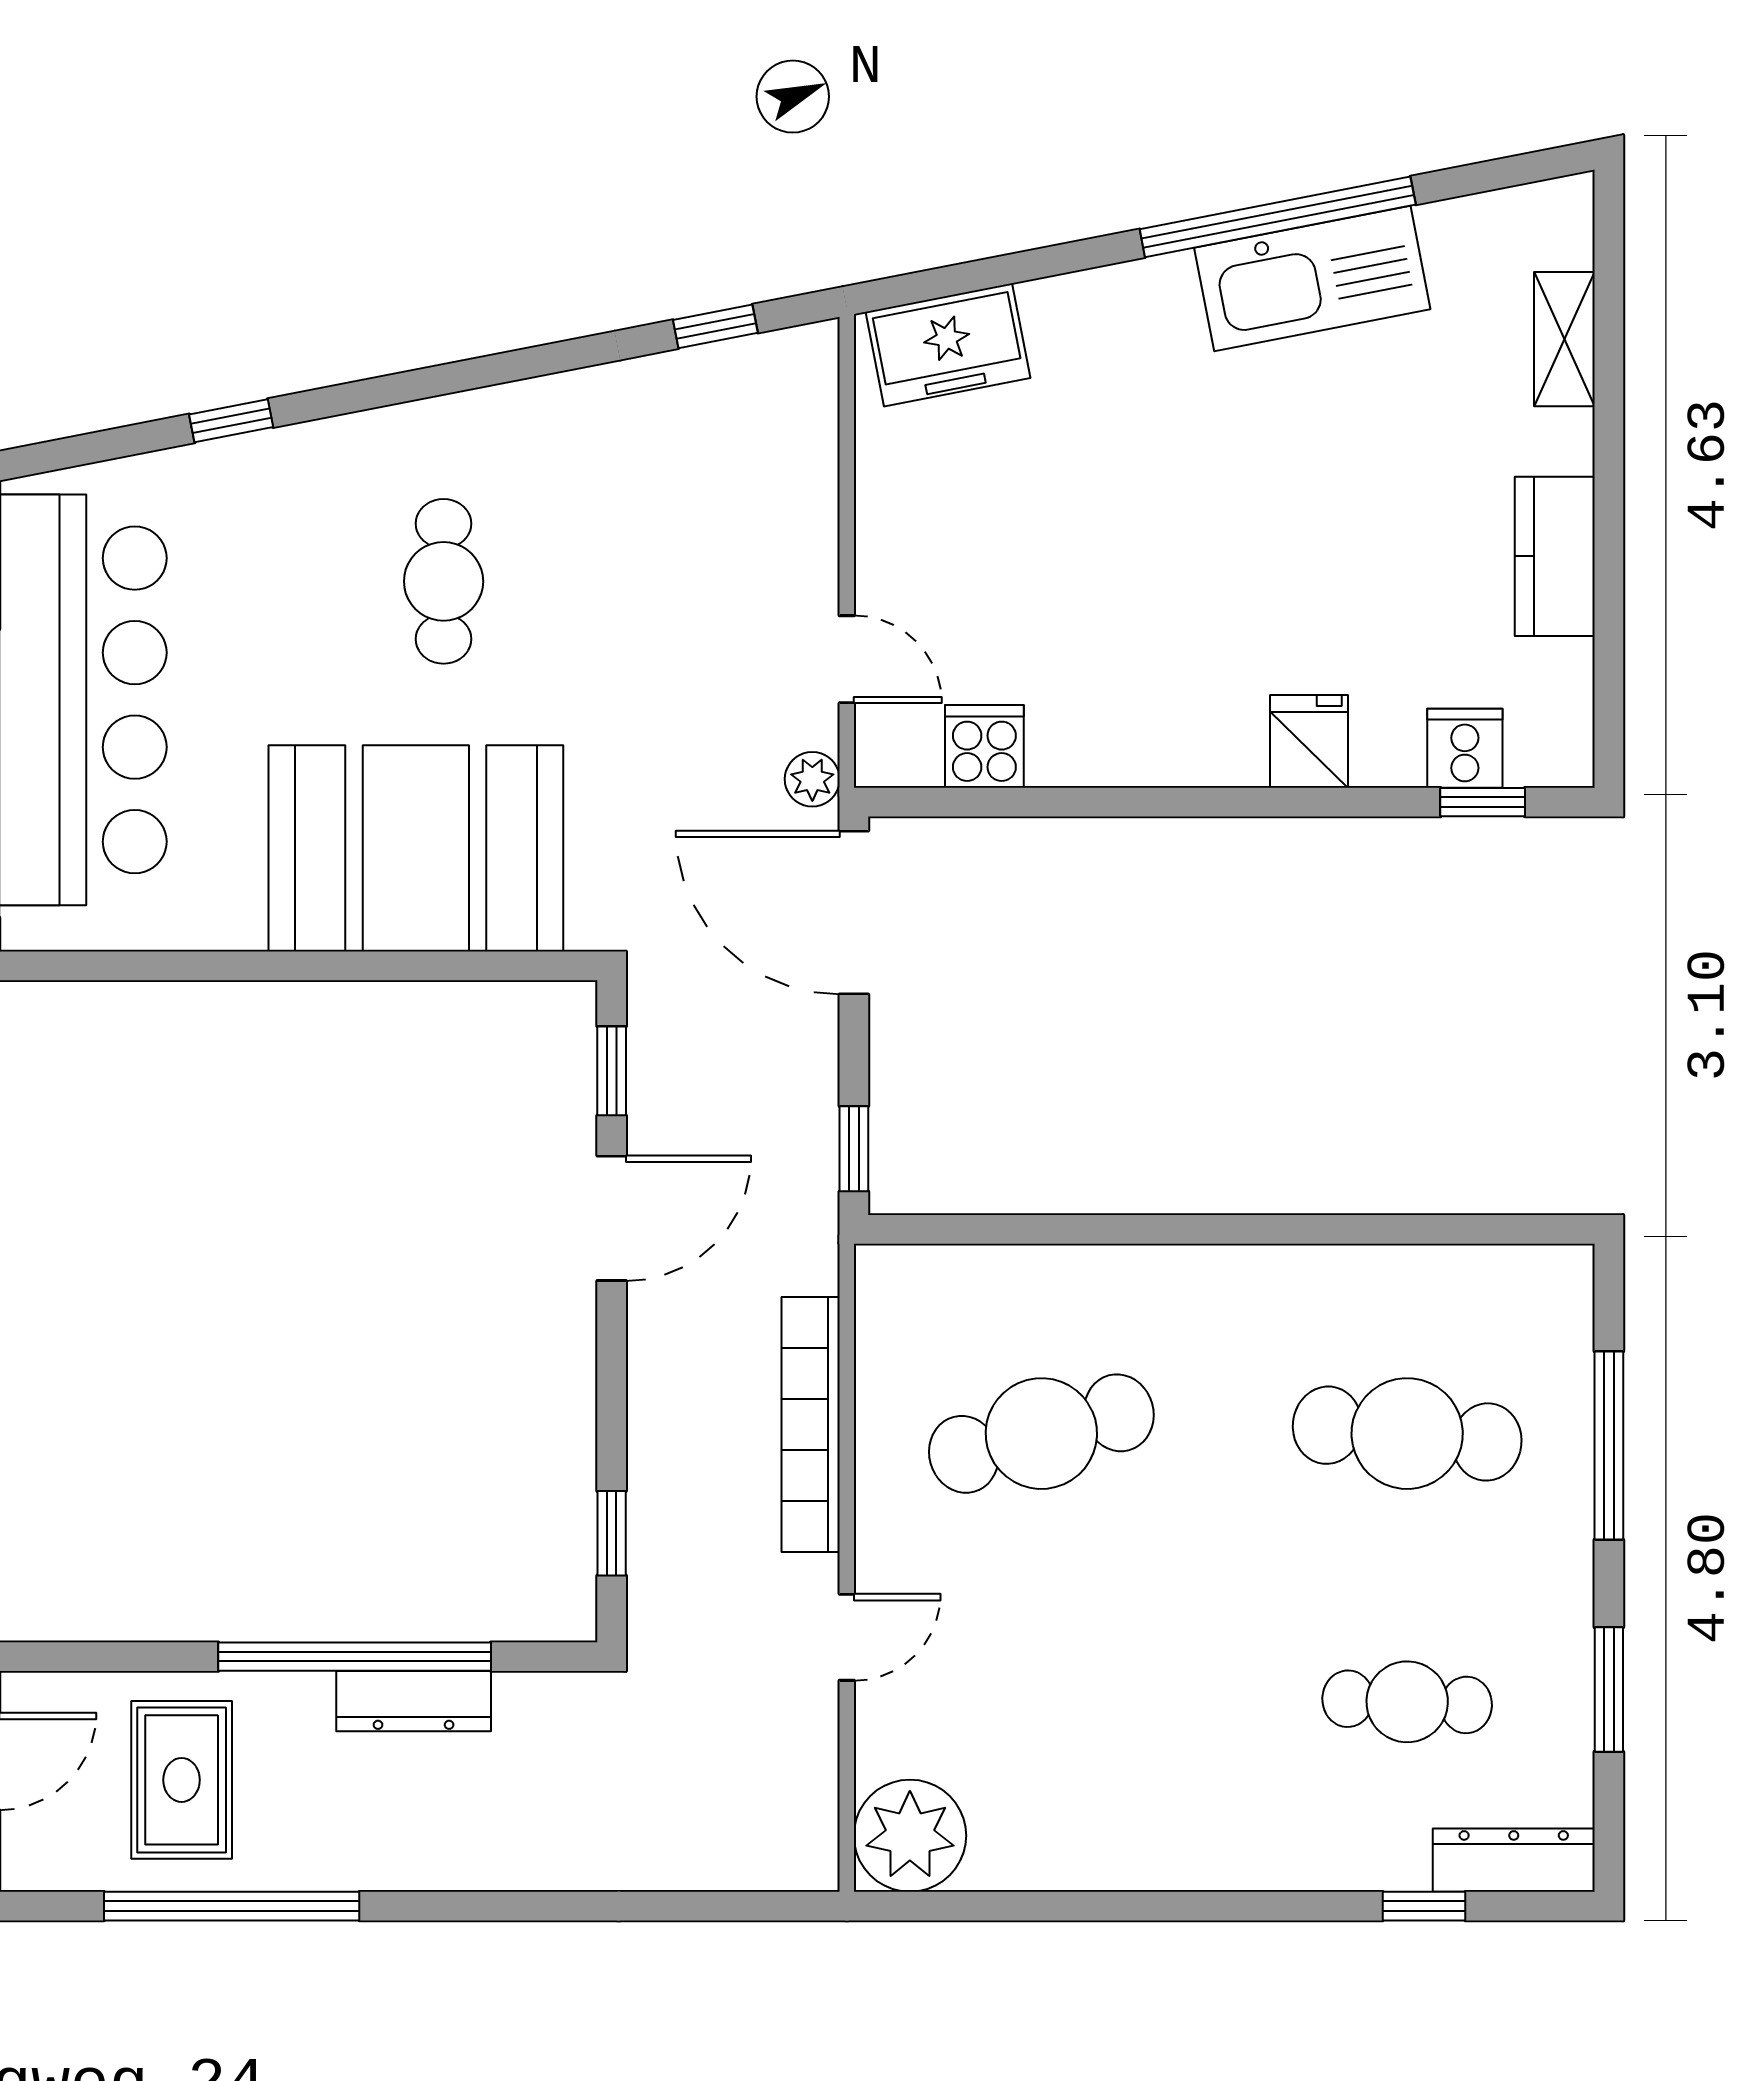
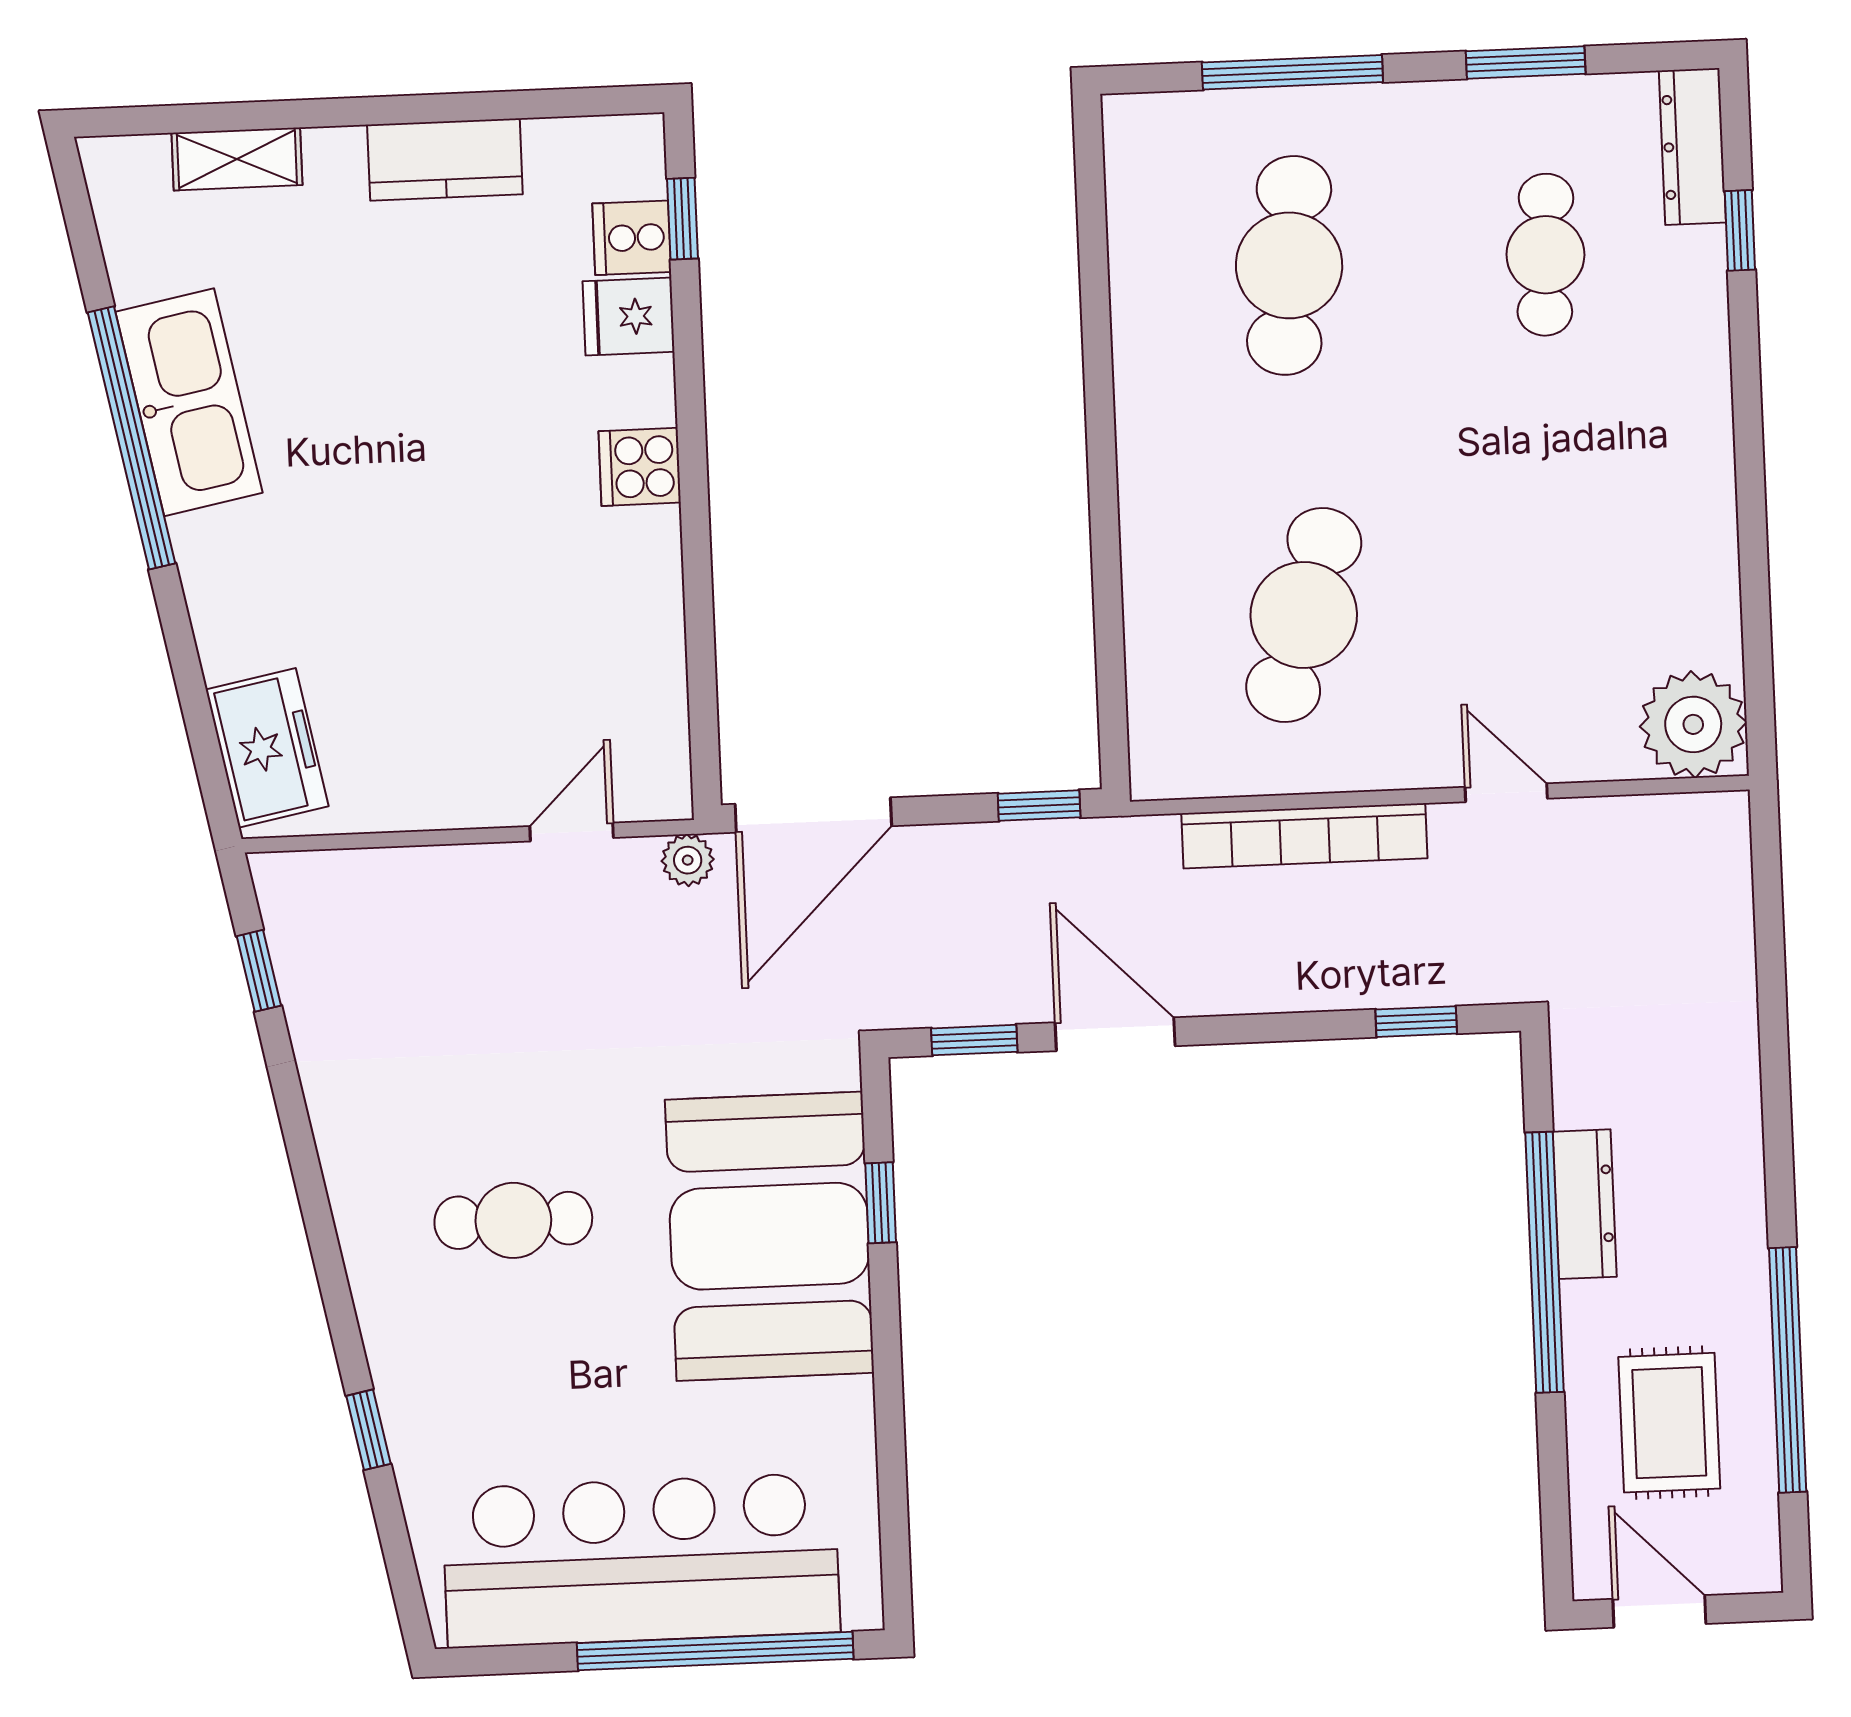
fridge: (1309, 741) -> (629, 317), moved
cooker: (984, 746) -> (640, 467), moved
window: (446, 966) -> (881, 1203), added
cafe table: (1041, 1434) -> (1304, 615), turned 33
rug: (182, 1780) -> (1669, 1423), turned 90

